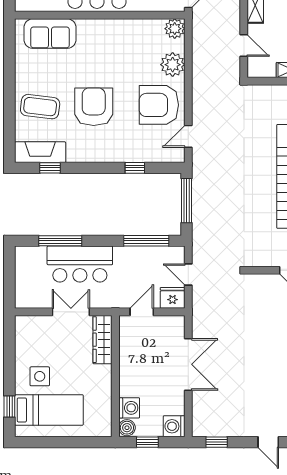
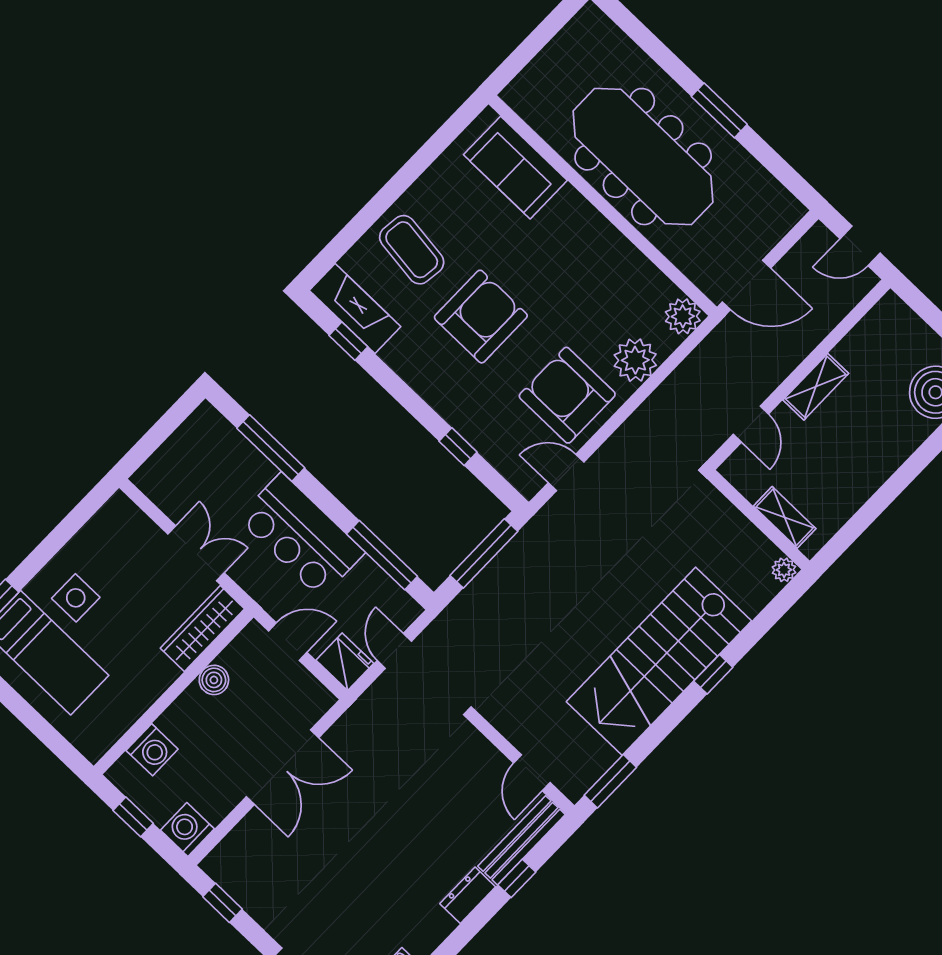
bar counter: (80, 264) -> (301, 535), moved
boiler: (127, 428) -> (214, 680), moved

